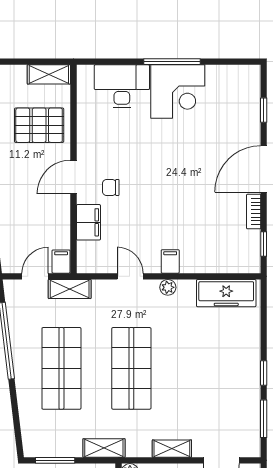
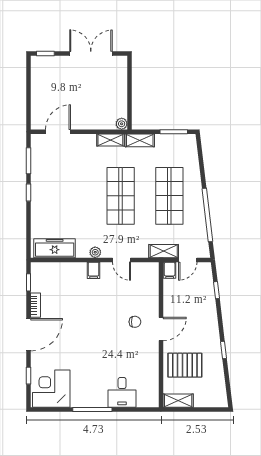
desk: (122, 86) -> (122, 392), width x0.73
corner desk: (178, 92) -> (51, 389), moved
filing cabinet: (88, 222) -> (151, 298), removed
shelving: (172, 449) -> (110, 140), moved

